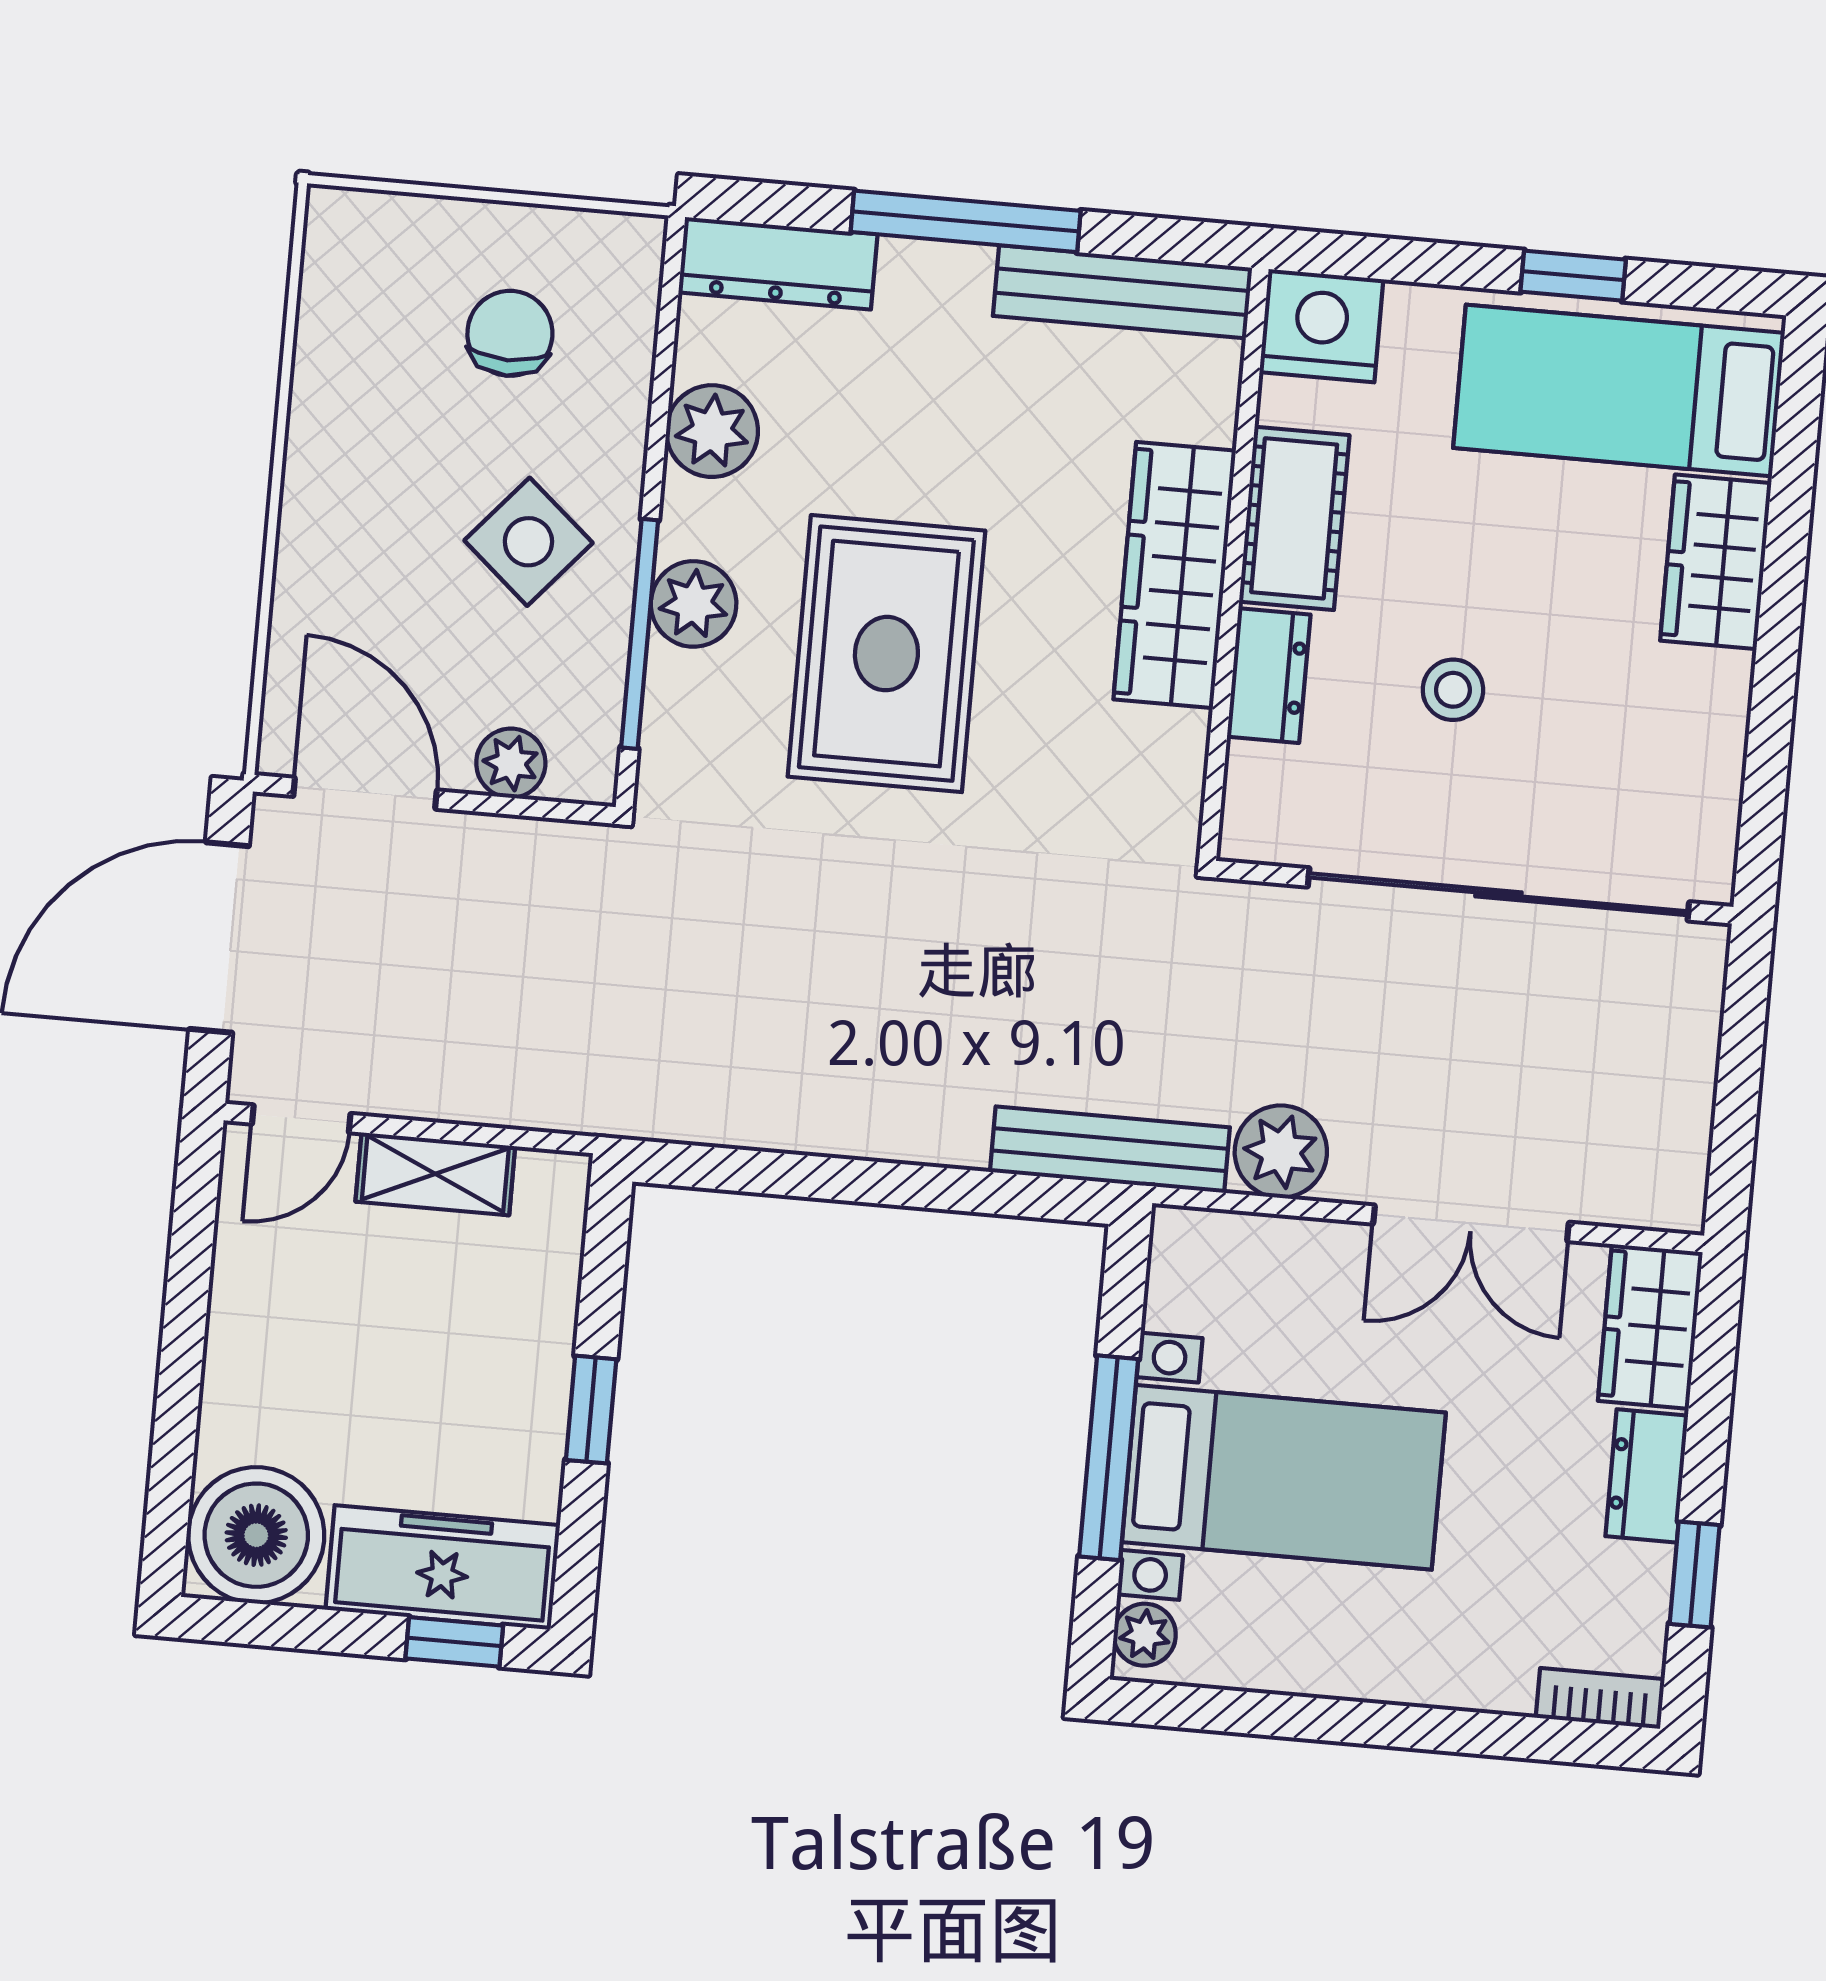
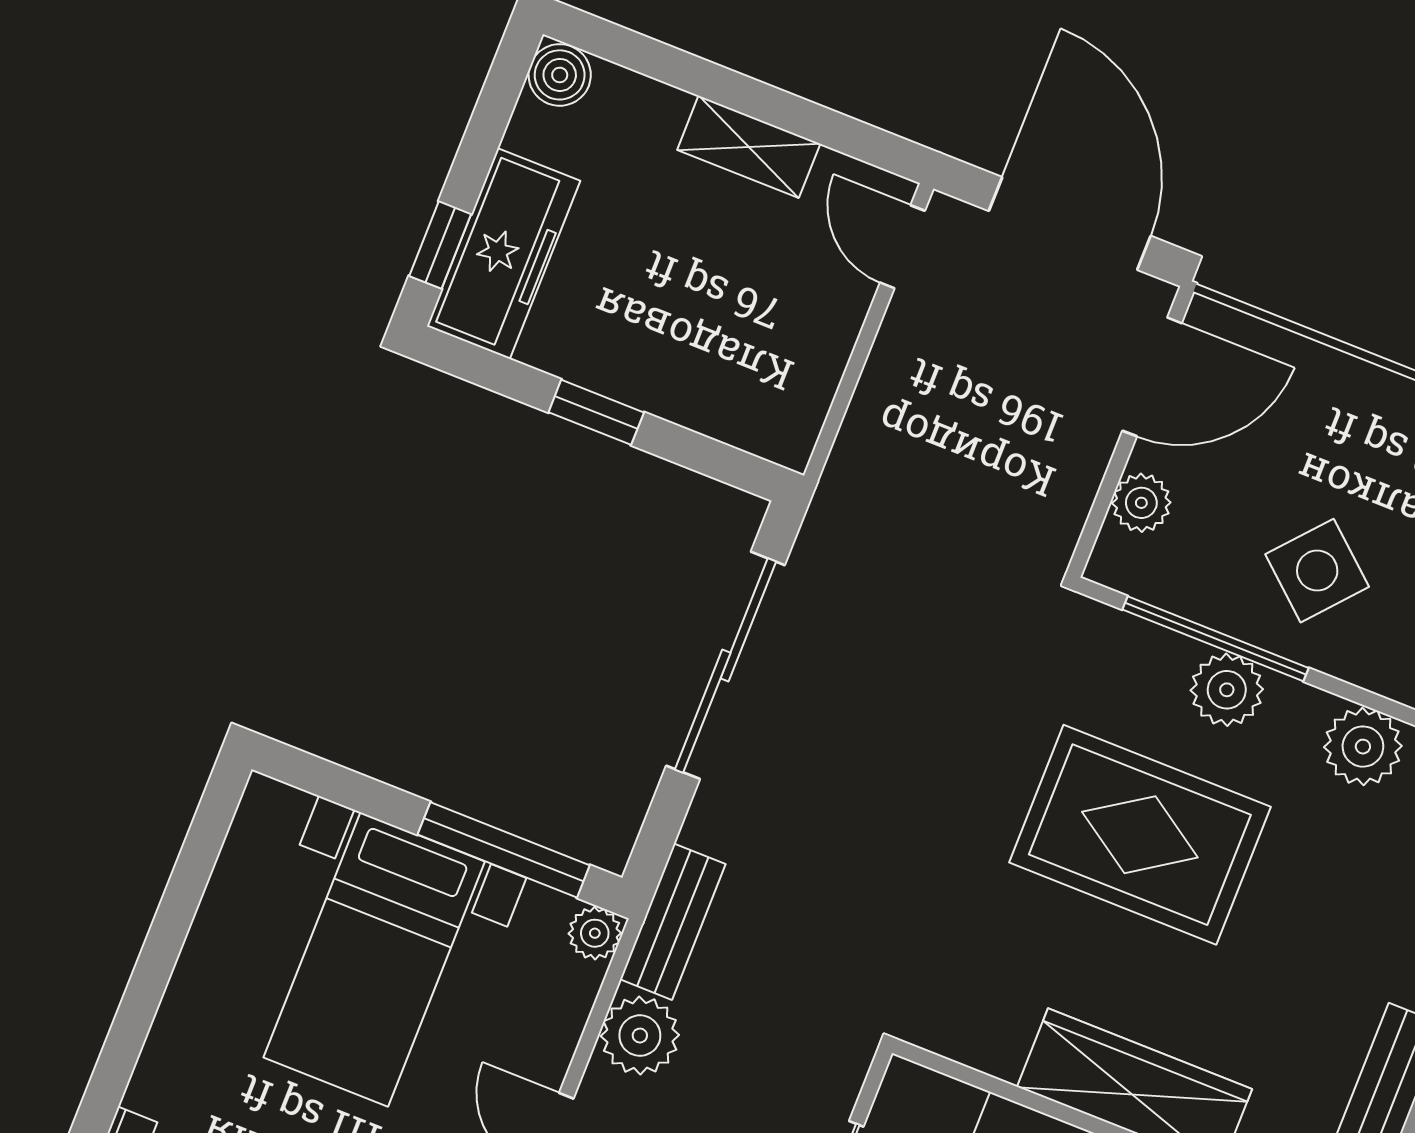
bench: (1110, 1150) -> (673, 922), width x0.73
shelving: (435, 1174) -> (749, 147), moved, turned 90
sliding door: (834, 1179) -> (725, 665), added
window: (1109, 1458) -> (504, 850), moved
boiler: (256, 1535) -> (560, 75), width x0.54, depth x0.54
plant: (1145, 1635) -> (595, 933), moved

